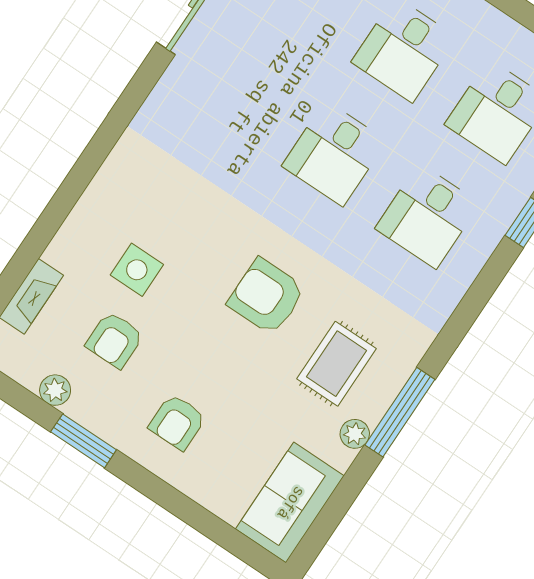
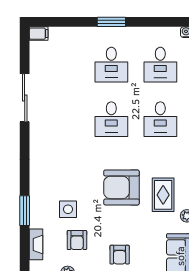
window: (53, 217) -> (25, 211), added
armchair: (266, 297) -> (121, 187), width x1.36, depth x1.36

